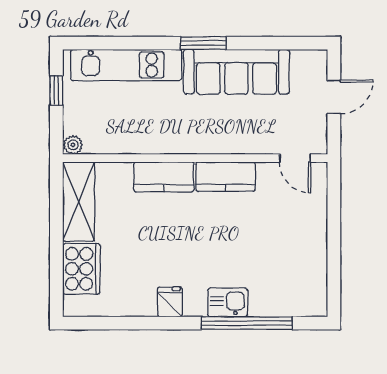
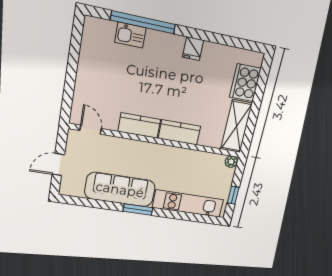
kitchen sink: (227, 302) -> (130, 35), moved

